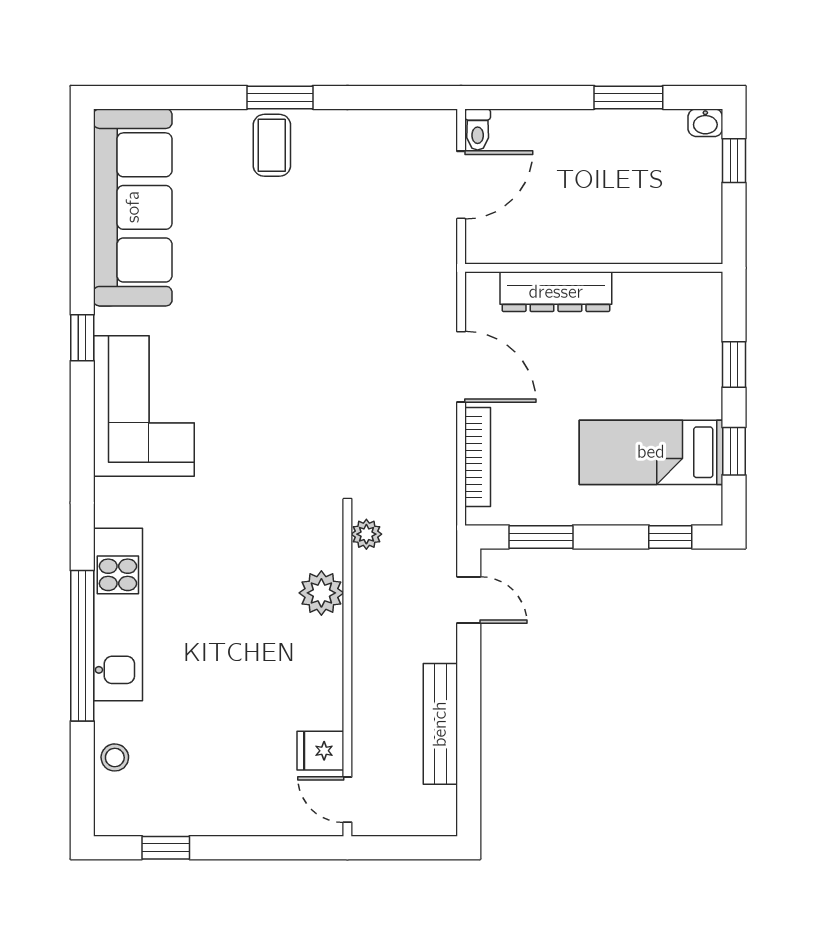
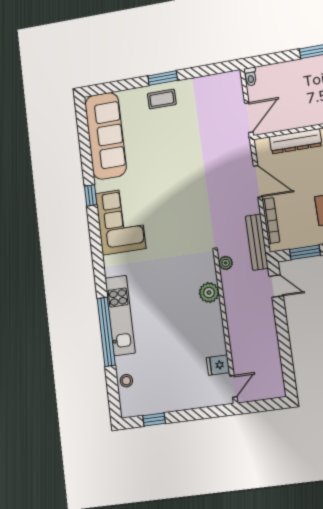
coffee table: (272, 145) -> (162, 99), turned 90
door: (461, 185) -> (249, 118), moved
bench: (440, 724) -> (257, 242), moved
door: (347, 800) -> (233, 386), swing flipped

